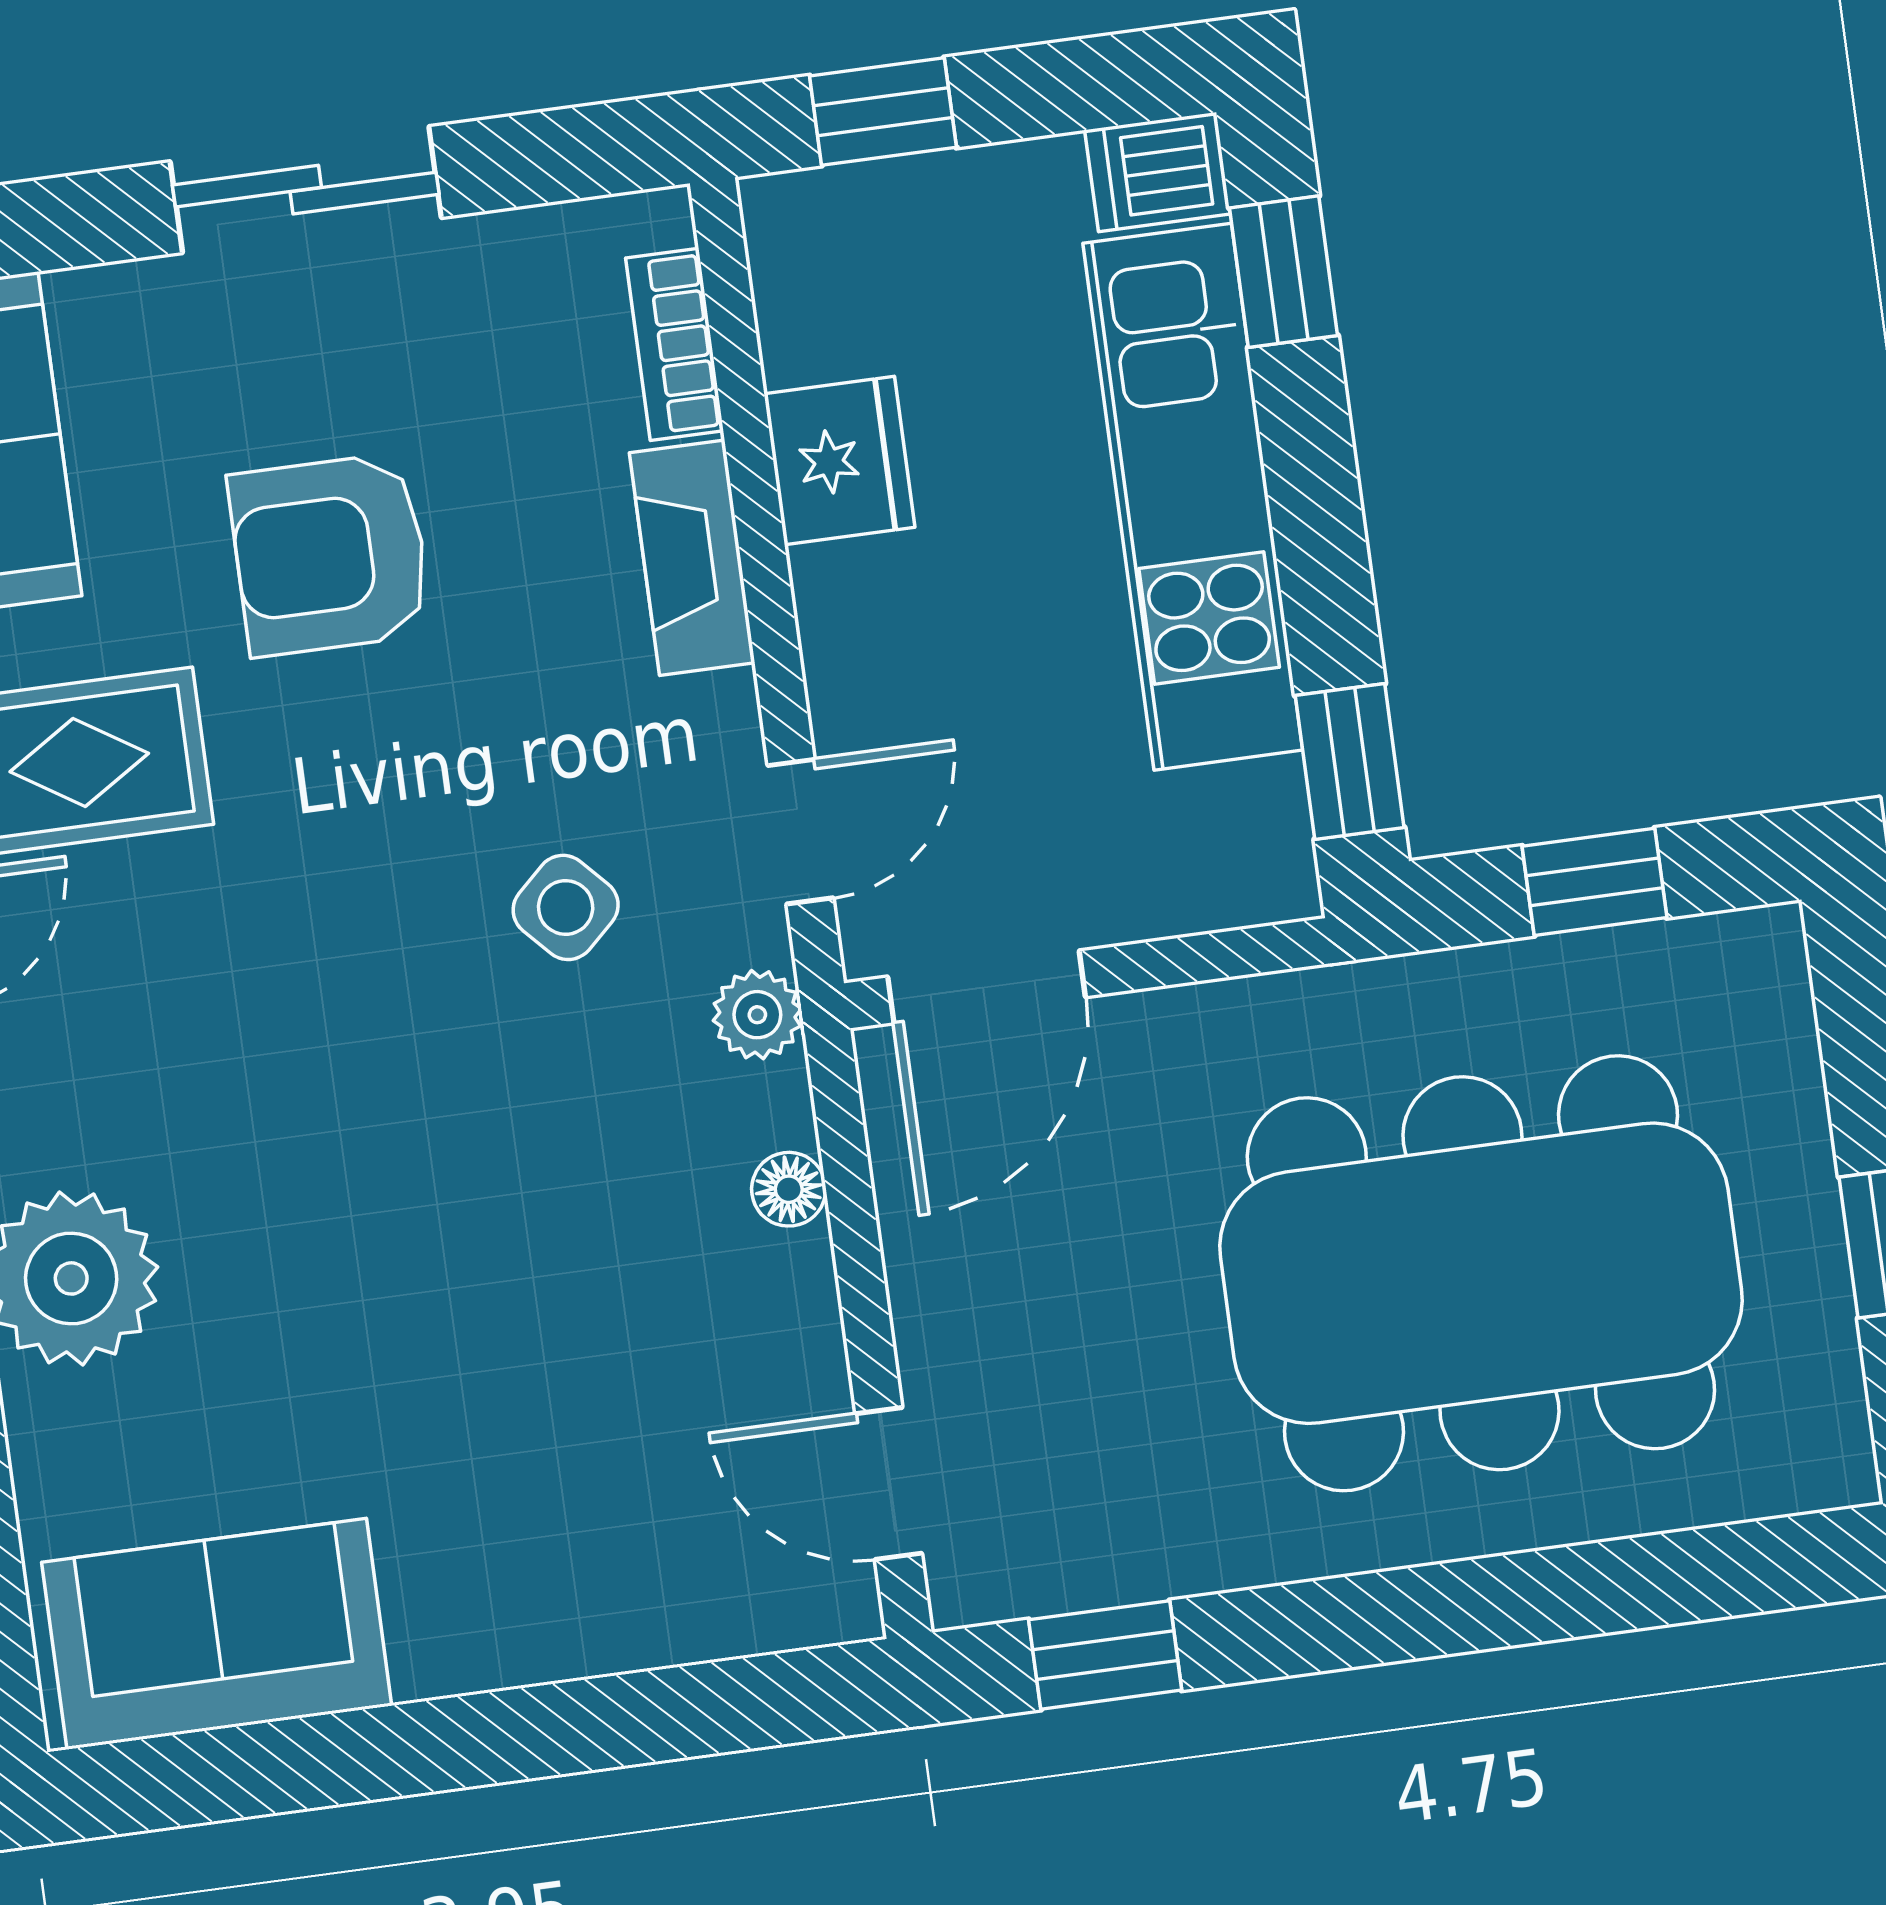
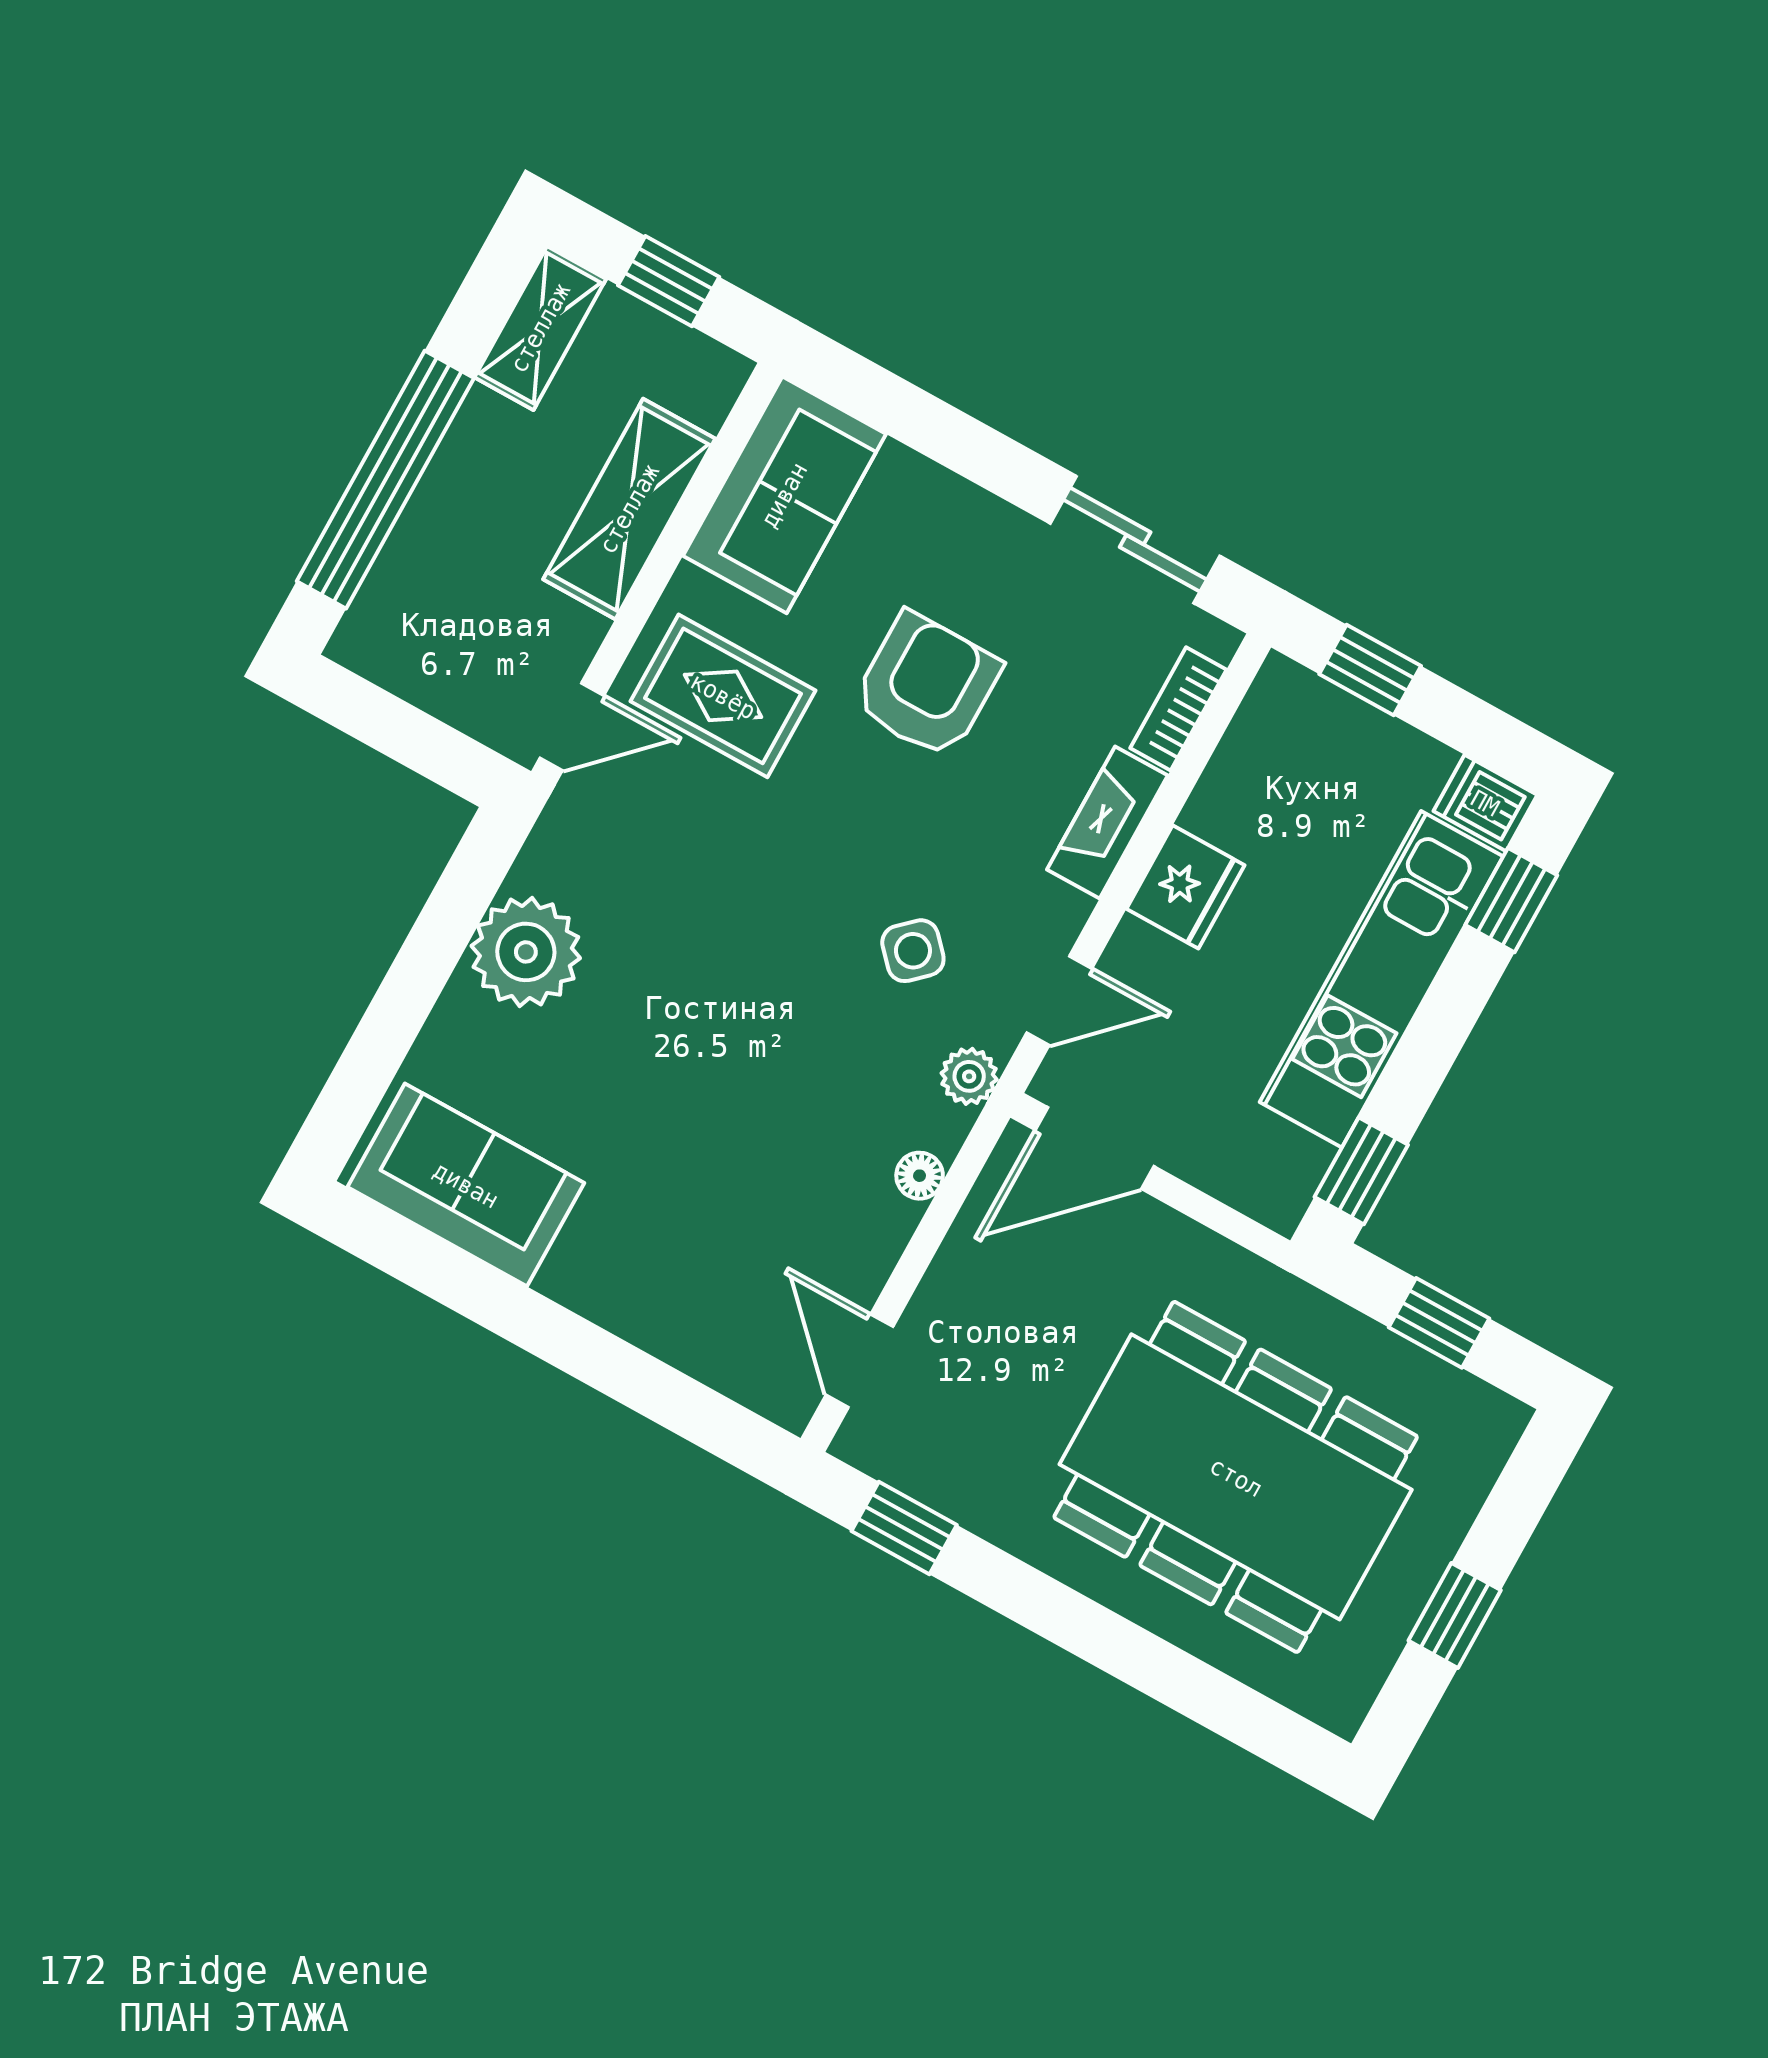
sliding door: (306, 190) -> (1135, 540), moved
fridge: (839, 461) -> (1185, 887), moved
armchair: (330, 555) -> (927, 685), turned 90

